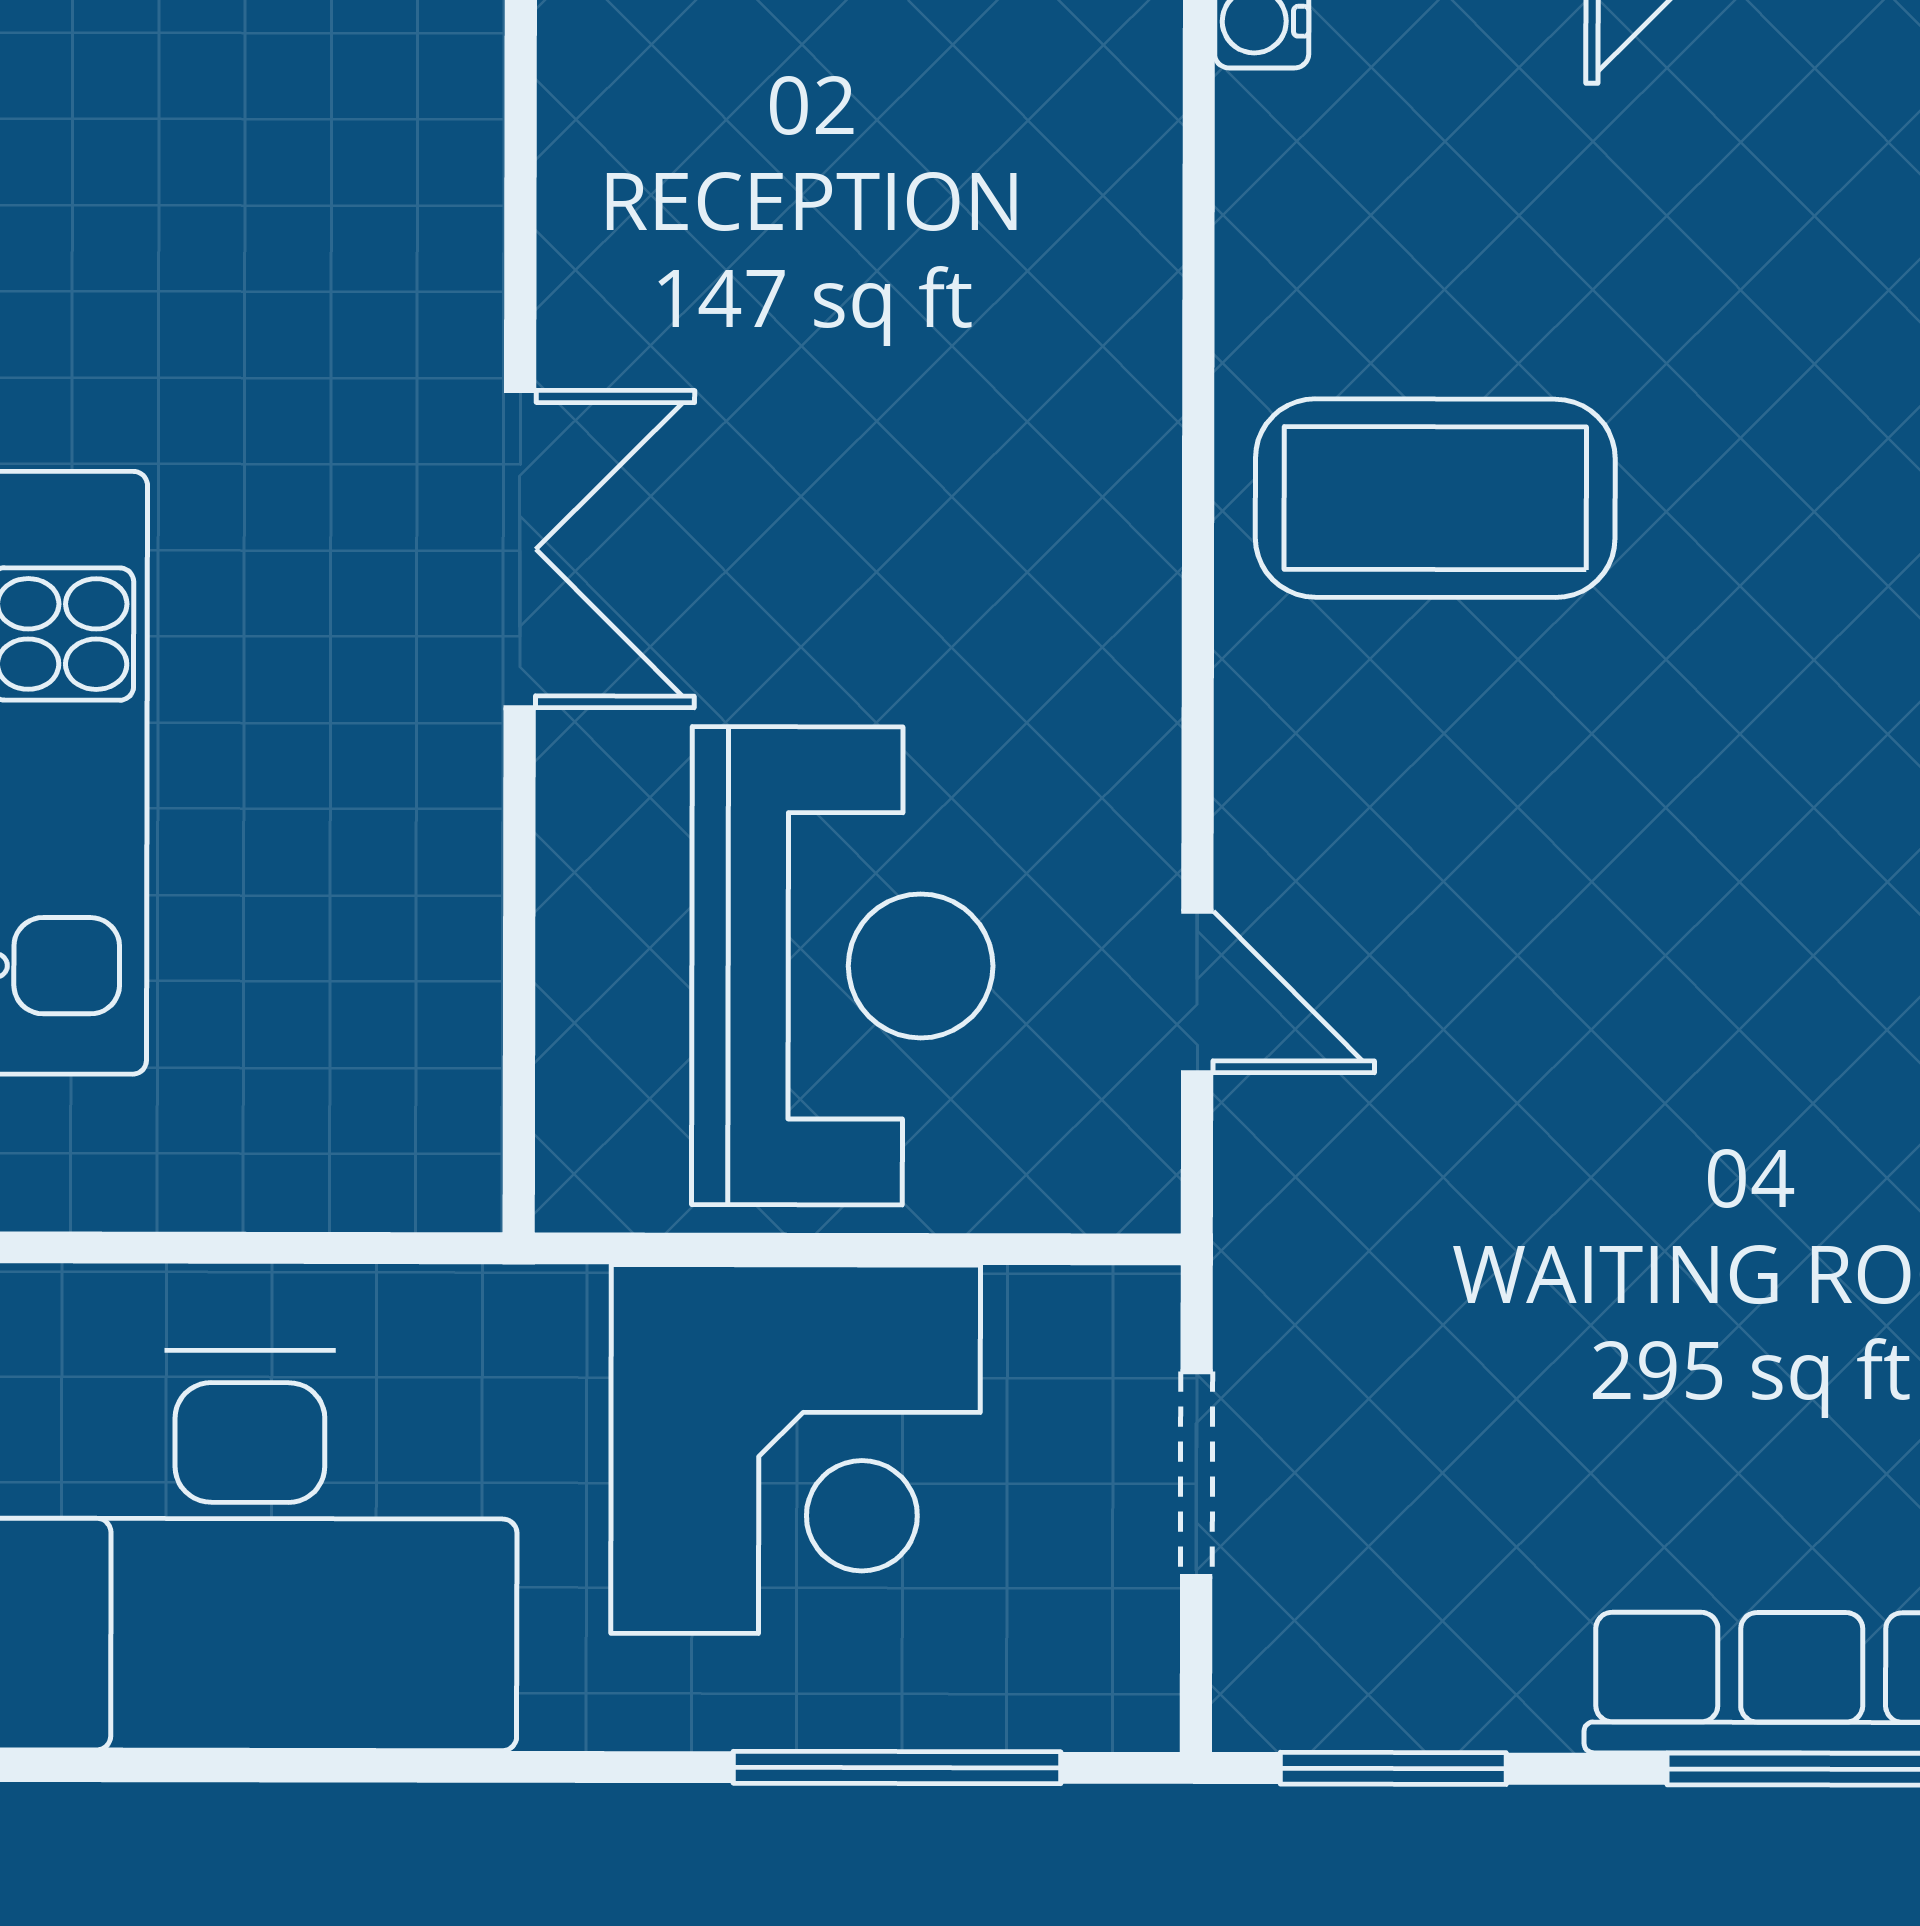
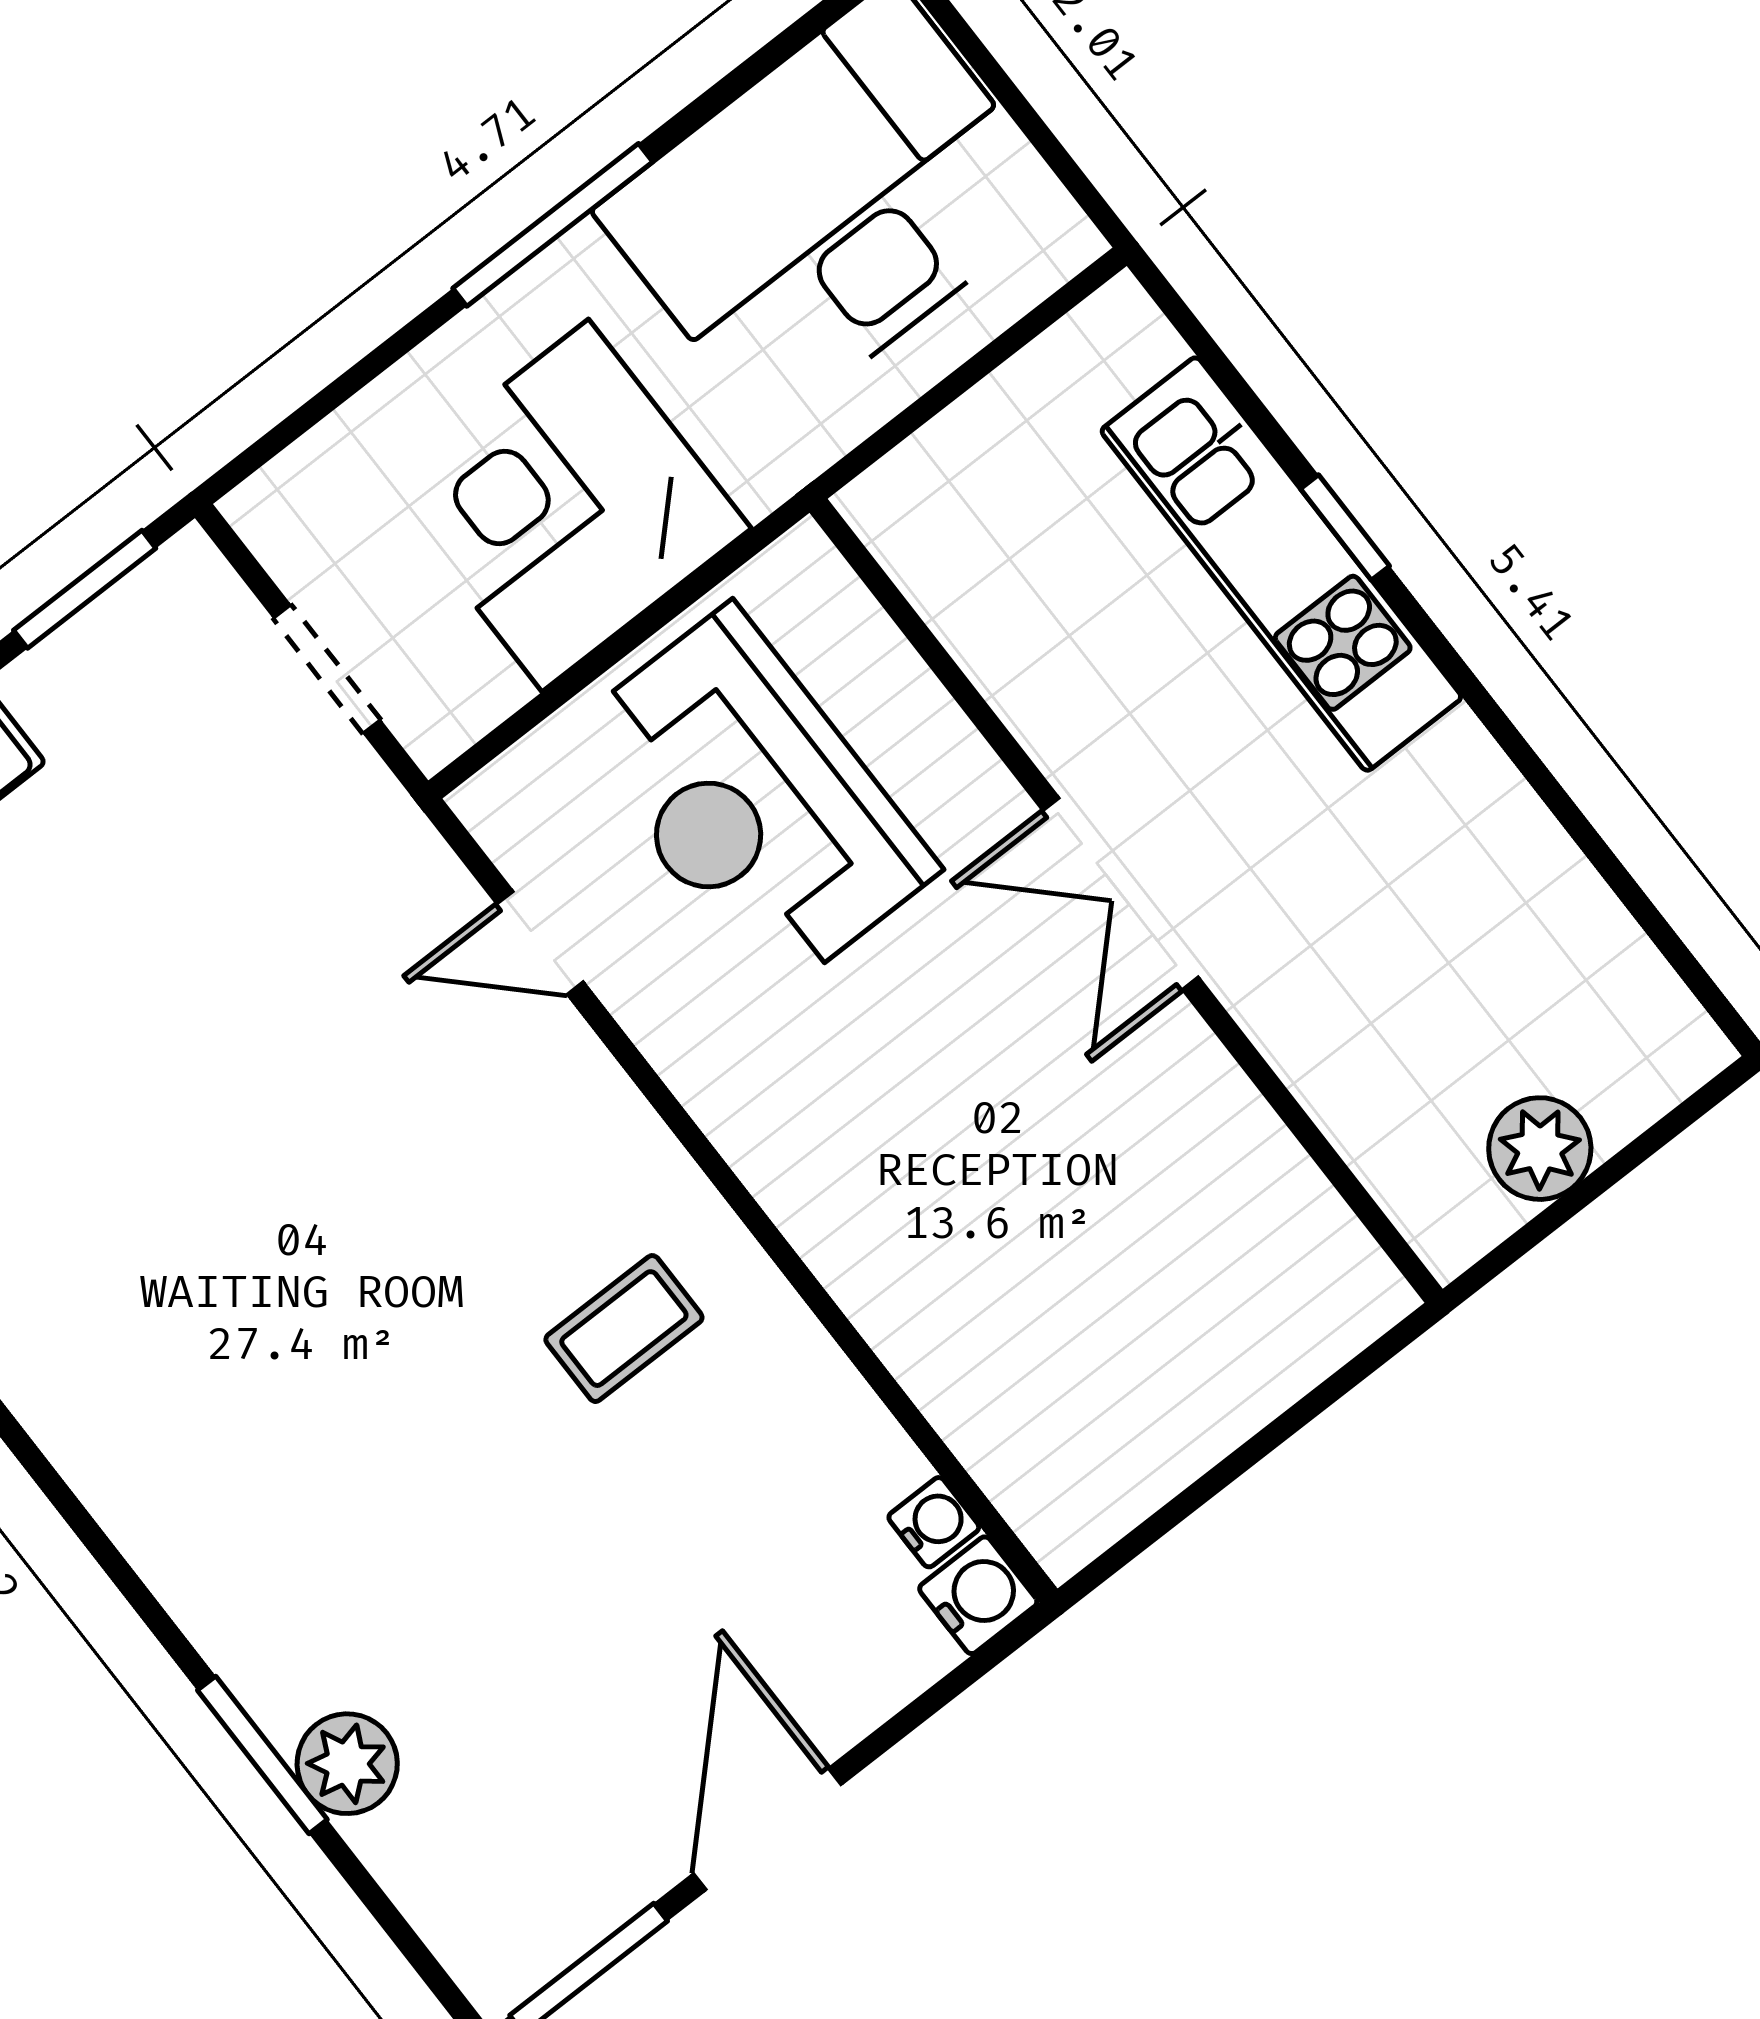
coffee table: (1435, 498) -> (624, 1329), width x0.54, depth x0.58
window: (897, 1767) -> (553, 225), moved

